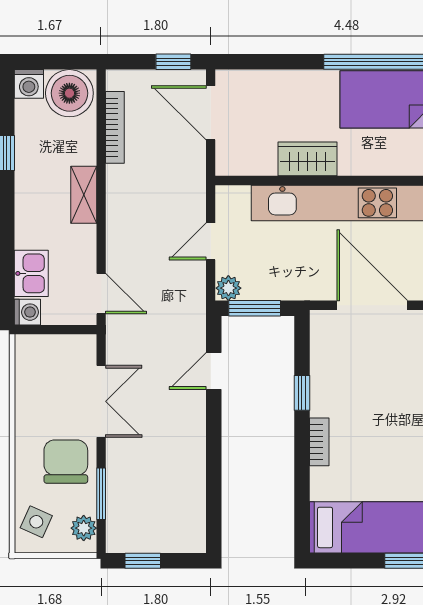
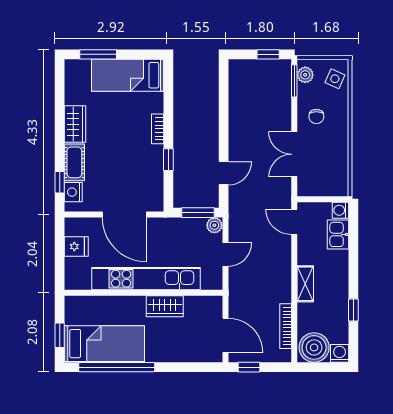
chair: (66, 462) -> (316, 117), width x0.54, depth x0.54
window: (101, 494) -> (294, 81), moved

